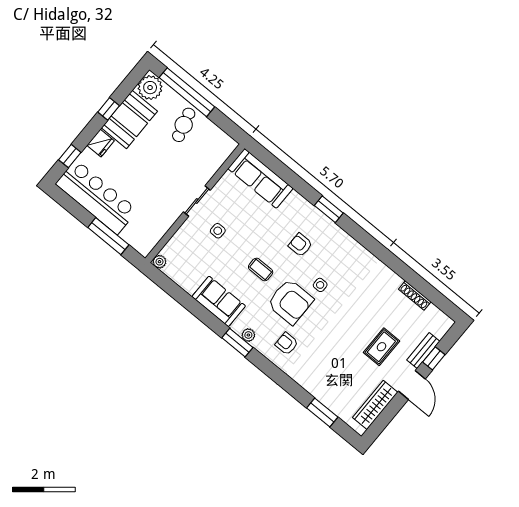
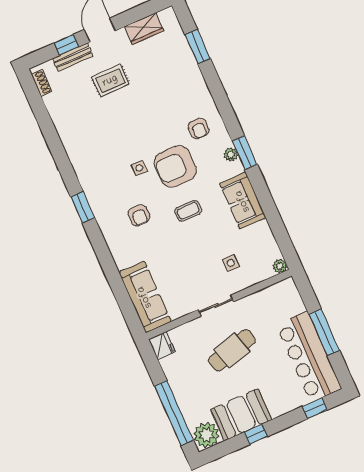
cafe table: (184, 125) -> (232, 350), moved, width x1.37, depth x1.35
fridge: (101, 143) -> (162, 346), moved, turned 90
window: (329, 209) -> (83, 207), moved
side table: (218, 231) -> (231, 263), moved
window: (108, 236) -> (324, 332), moved
coffee table: (261, 270) -> (188, 211), turned 90
shoe rack: (415, 296) -> (41, 83), moved, width x0.70
armchair: (290, 302) -> (175, 166), turned -90
wardrobe: (375, 405) -> (144, 29), width x0.67

